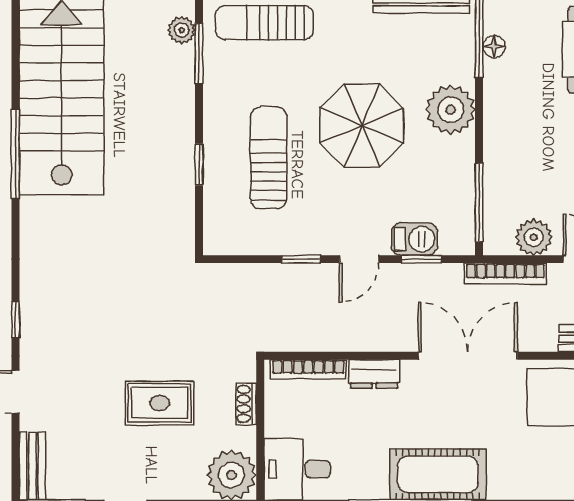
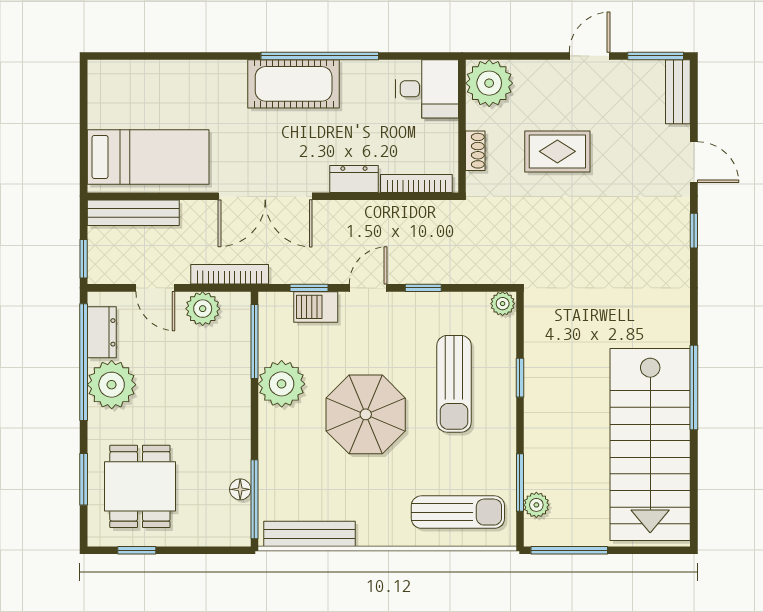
plant: (451, 110) -> (282, 384), moved
plant: (217, 243) -> (503, 304), added

